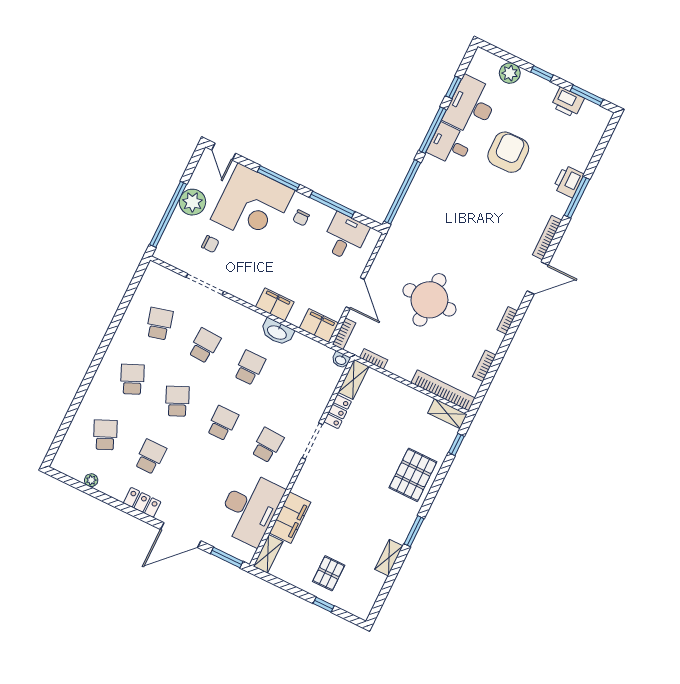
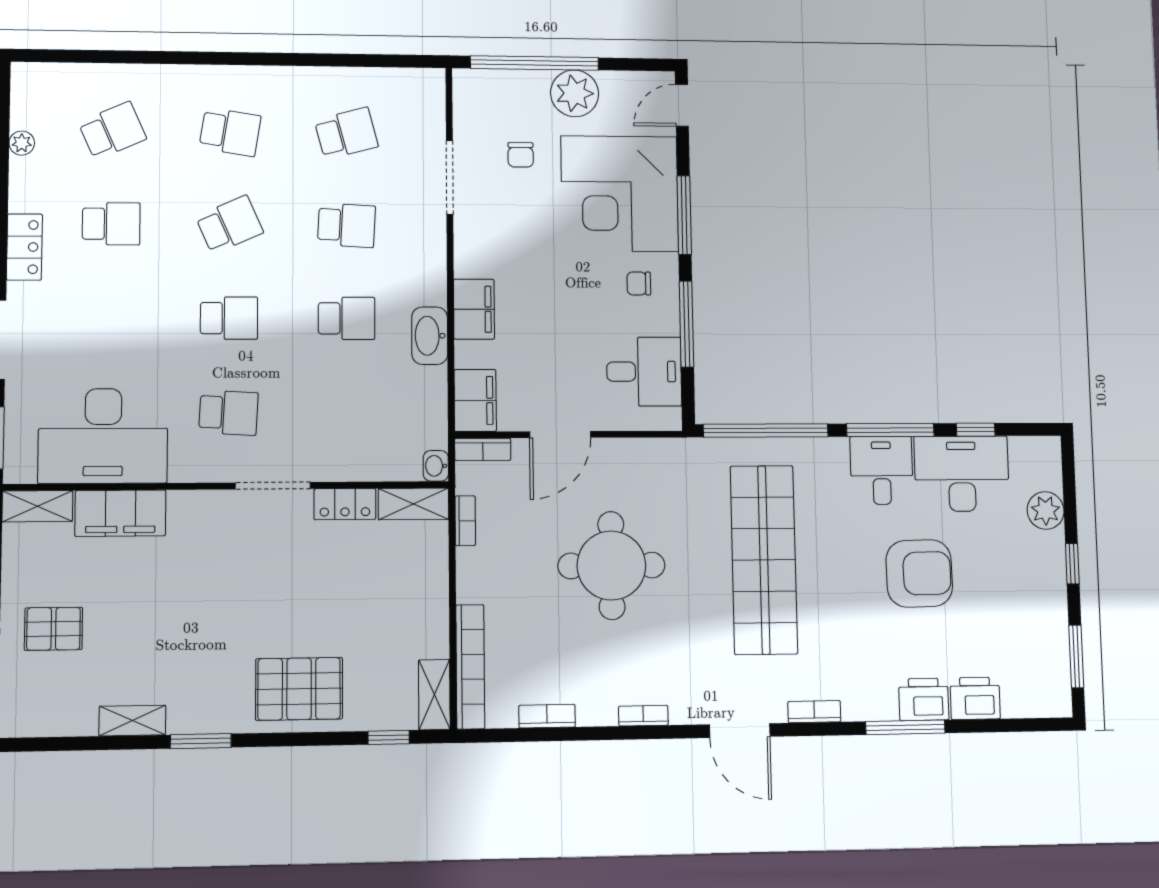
printer: (568, 102) -> (975, 698), moved, turned 90
shop shelf: (464, 225) -> (764, 560), added
bookcase: (547, 238) -> (814, 712), width x0.64
school desk: (132, 379) -> (230, 132), turned 33

